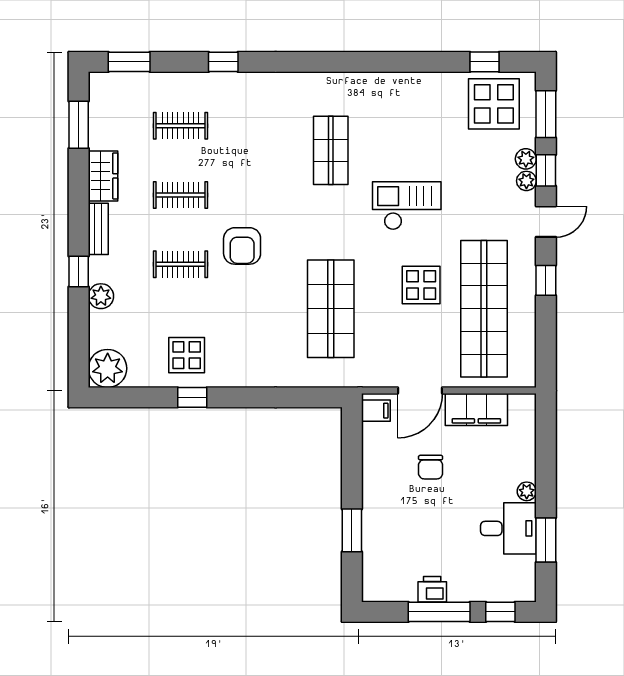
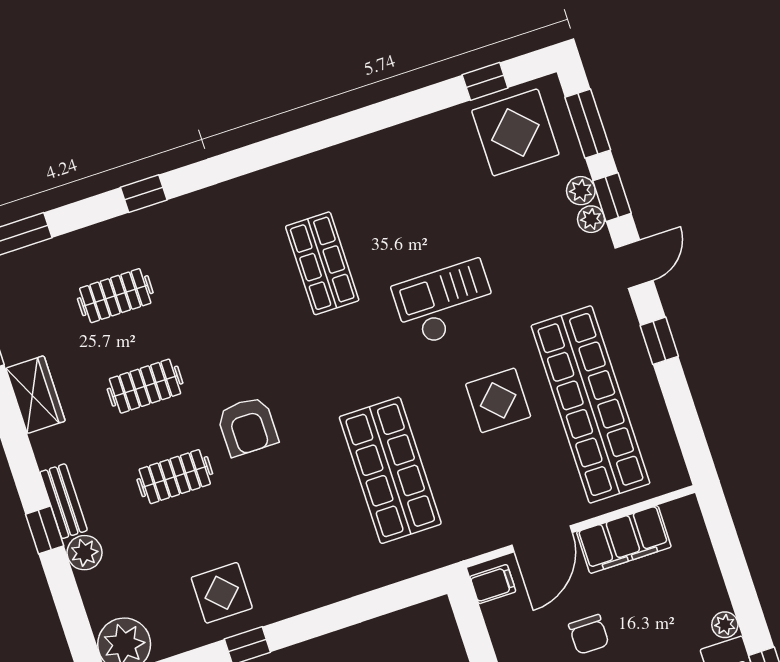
bench: (98, 229) -> (64, 501), moved

